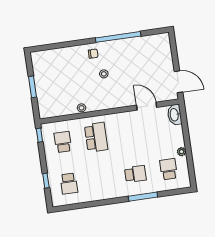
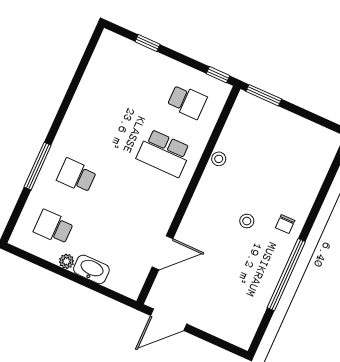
window: (32, 87) -> (264, 95), moved
washbasin: (175, 115) -> (91, 269), moved
school desk: (169, 169) -> (53, 227), turned 180
school desk: (135, 174) -> (77, 176), turned 90
school desk: (69, 184) -> (123, 73), removed

